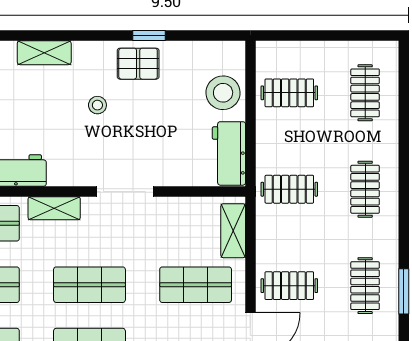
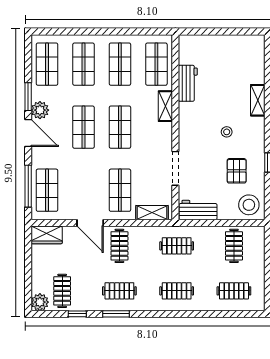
pallet: (138, 64) -> (237, 171), moved
stool: (223, 93) -> (249, 205), moved
clothes rail: (289, 189) -> (177, 246), turned 90
doorway: (125, 191) -> (175, 168), moved

